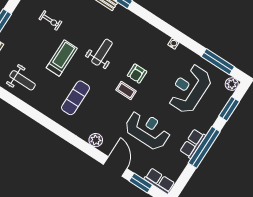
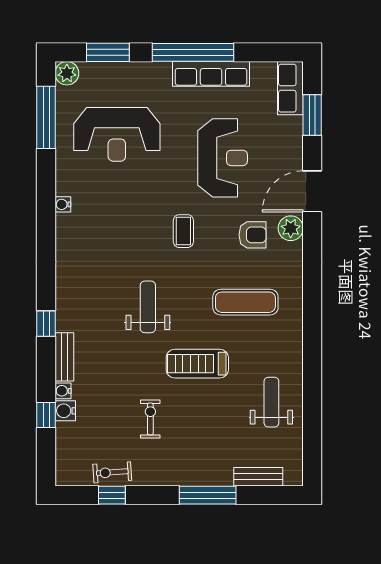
weight bench: (102, 52) -> (148, 307), turned 90
armchair: (137, 74) -> (253, 235), moved
reception desk: (148, 130) -> (223, 158), turned 180
row of seats: (193, 144) -> (211, 74), width x1.48
door: (115, 166) -> (312, 191), moved

